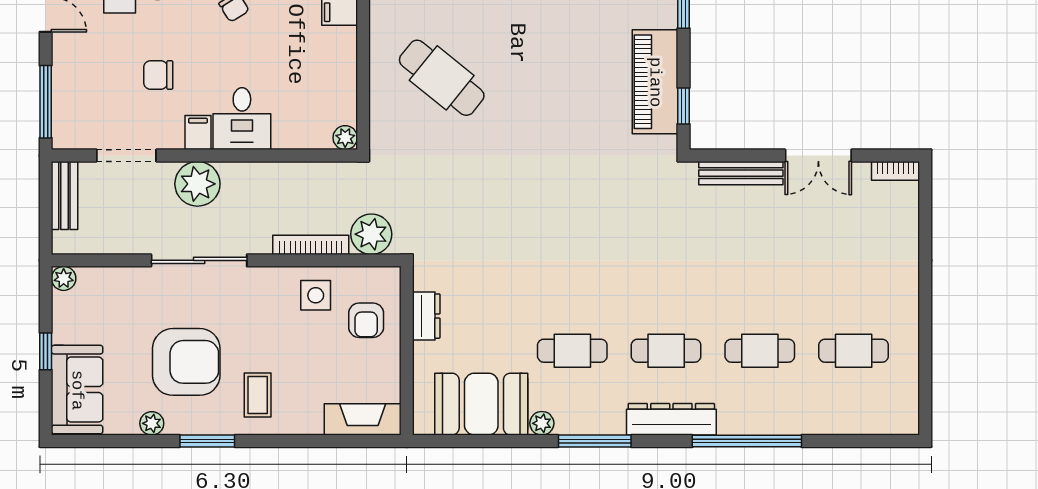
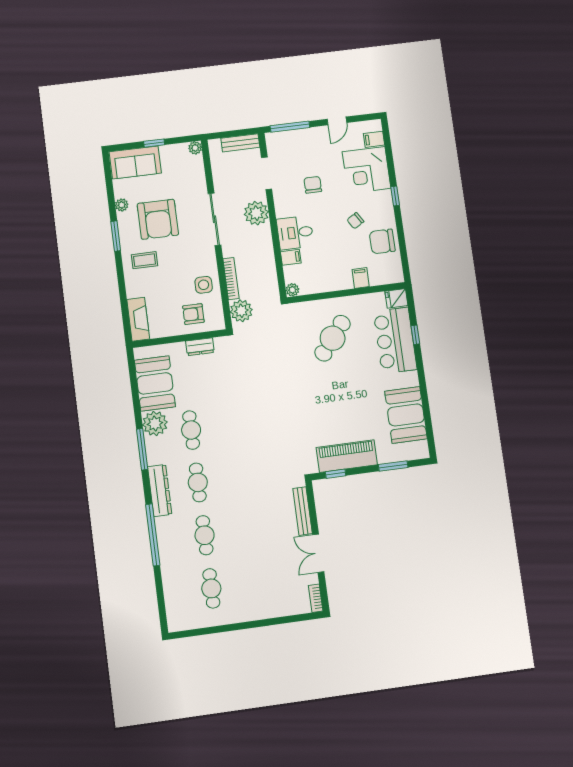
filing cabinet: (198, 133) -> (291, 257), moved
plant: (542, 423) -> (155, 423), width x1.87, depth x1.87

